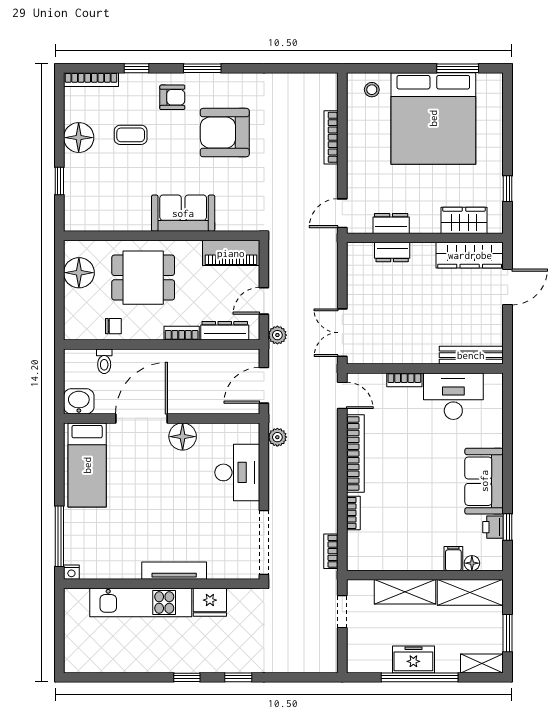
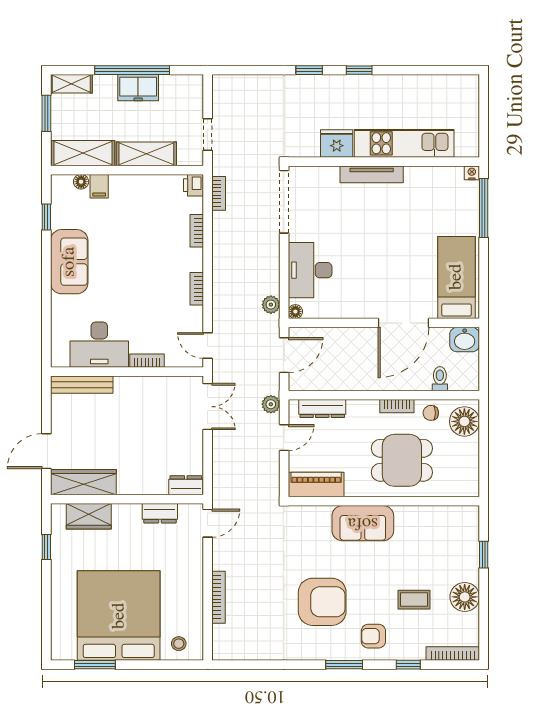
dresser: (392, 252) -> (186, 485), moved
floor lamp: (79, 273) -> (464, 421), moved
bookcase: (182, 333) -> (397, 406), moved
floor lamp: (183, 437) -> (295, 312), moved, width x0.53, depth x0.53
bookcase: (355, 453) -> (197, 289), width x0.43, depth x0.76
printer: (493, 527) -> (193, 185), moved, turned 180

